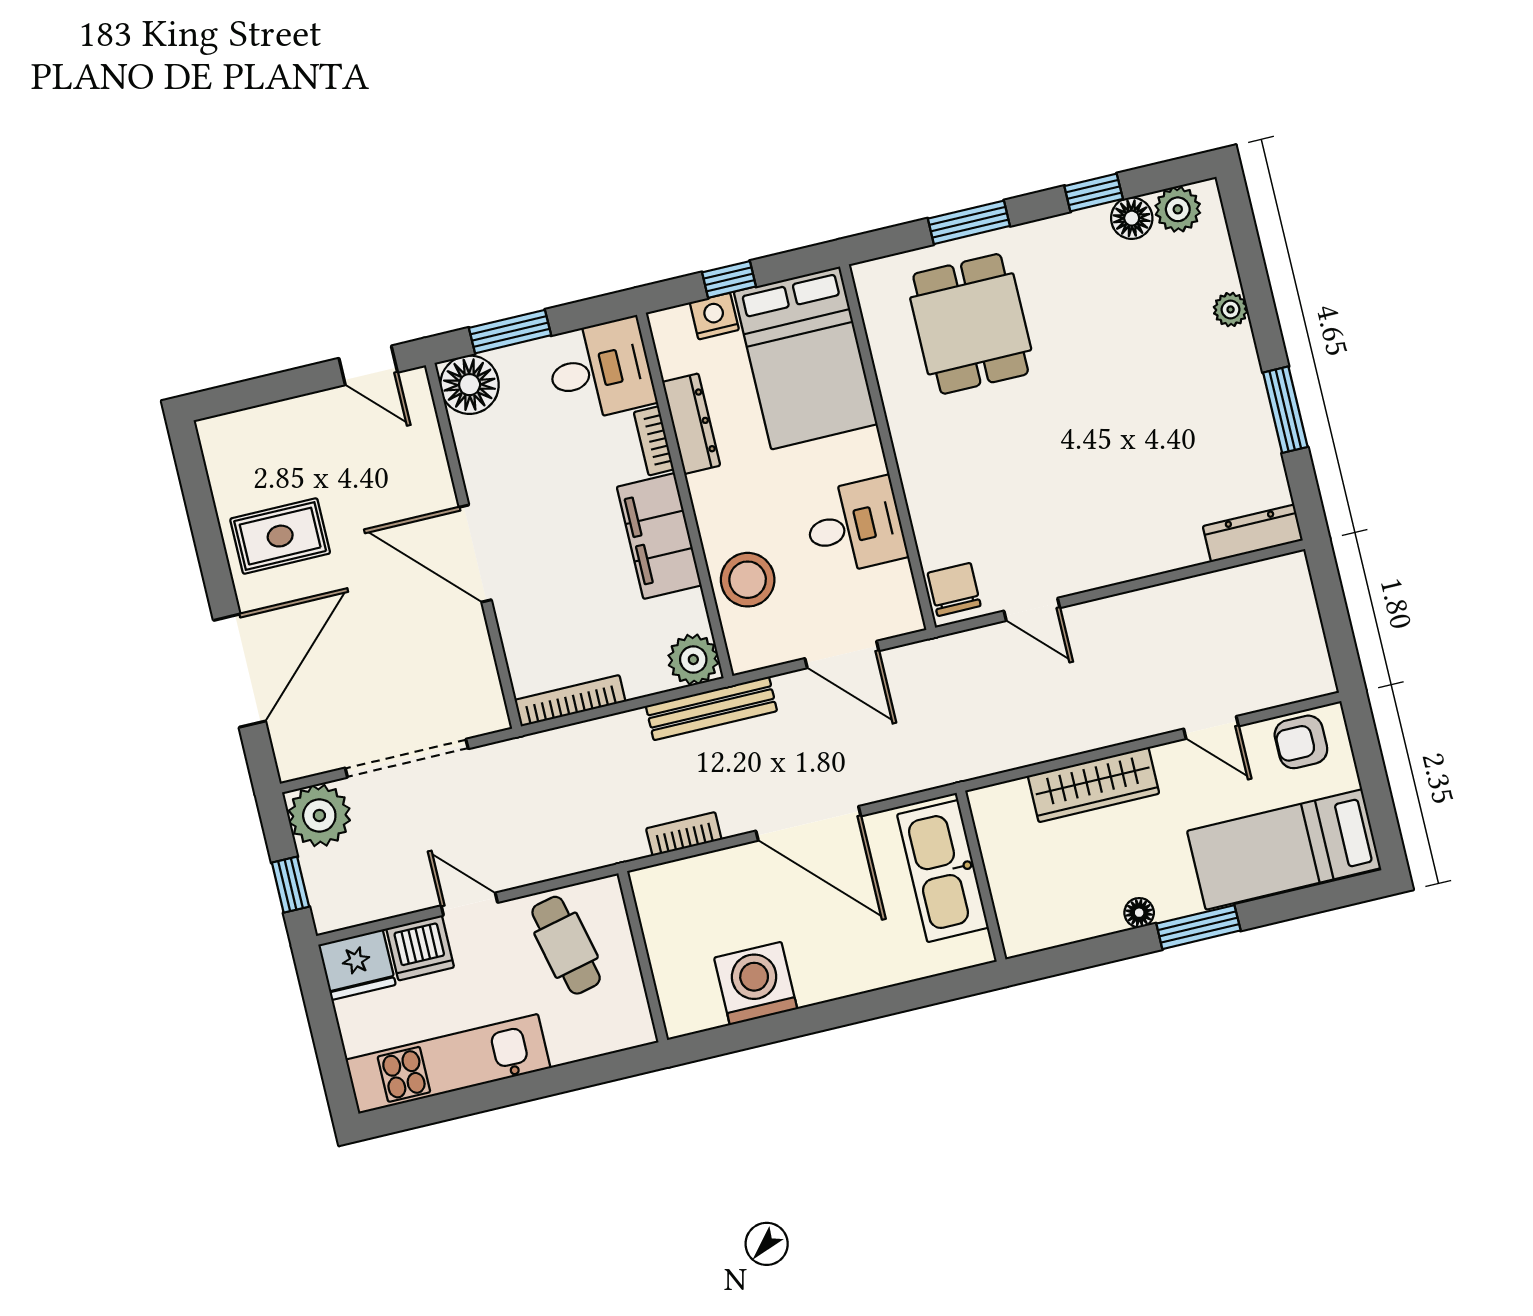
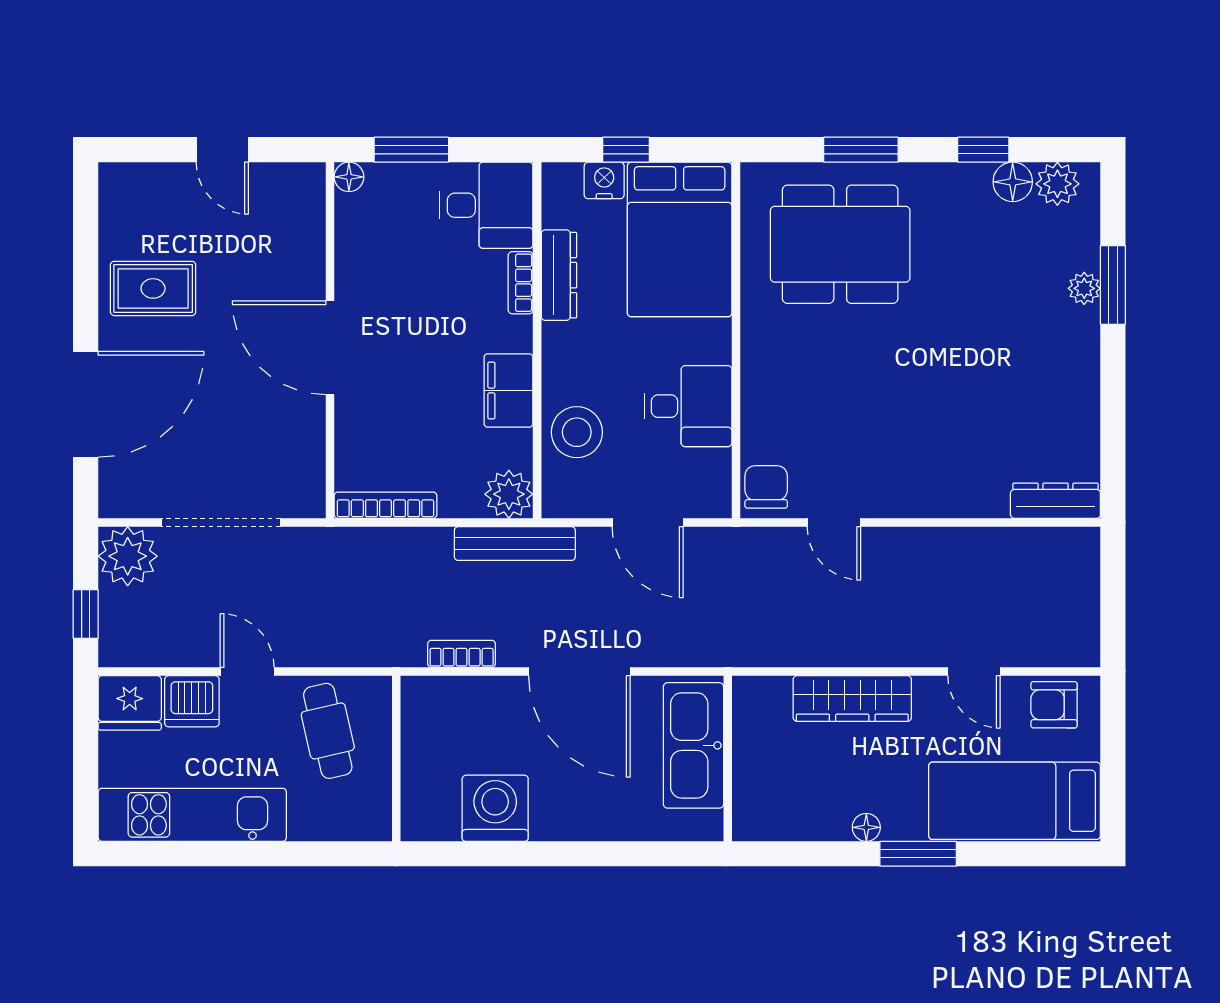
dining table: (971, 324) -> (840, 244), width x1.38
door: (368, 365) -> (222, 150), moved
floor lamp: (470, 385) -> (349, 177), width x0.53, depth x0.53
window: (1285, 410) -> (1113, 285), moved
filing cabinet: (659, 536) -> (509, 391), width x0.67, depth x0.86

